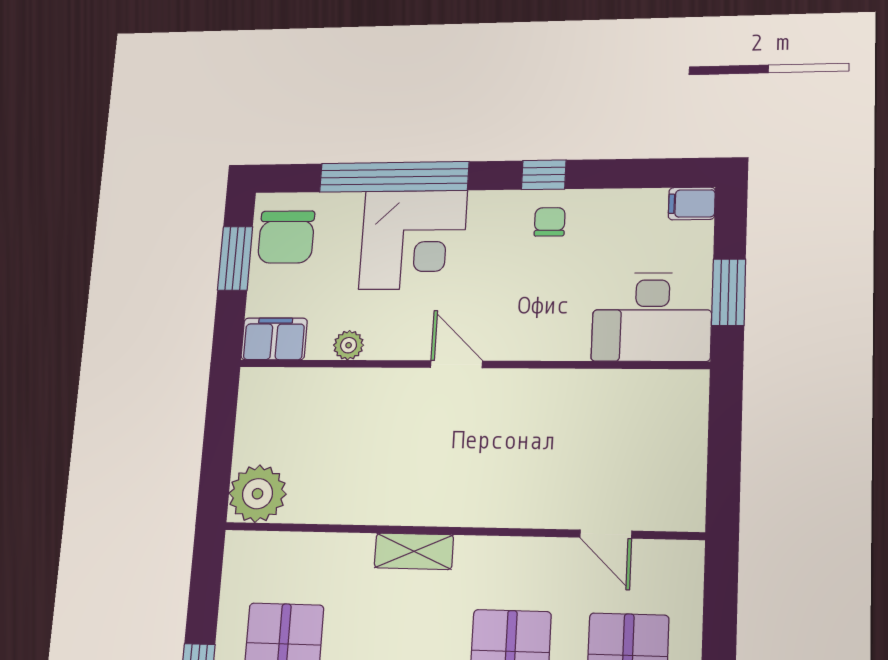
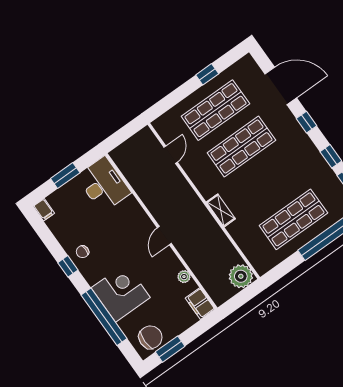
desk: (652, 317) -> (104, 185), moved
filing cabinet: (274, 339) -> (200, 304), moved
plant: (349, 345) -> (184, 277), moved
door: (457, 364) -> (164, 236), moved
wall: (470, 364) -> (161, 231), moved

